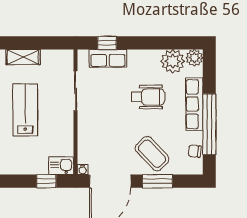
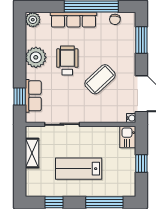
shelving: (23, 57) -> (32, 153), moved
plant: (173, 61) -> (36, 57), moved
coffee table: (152, 154) -> (100, 79), moved
window: (46, 181) -> (141, 163), moved
window: (157, 181) -> (141, 40), moved

